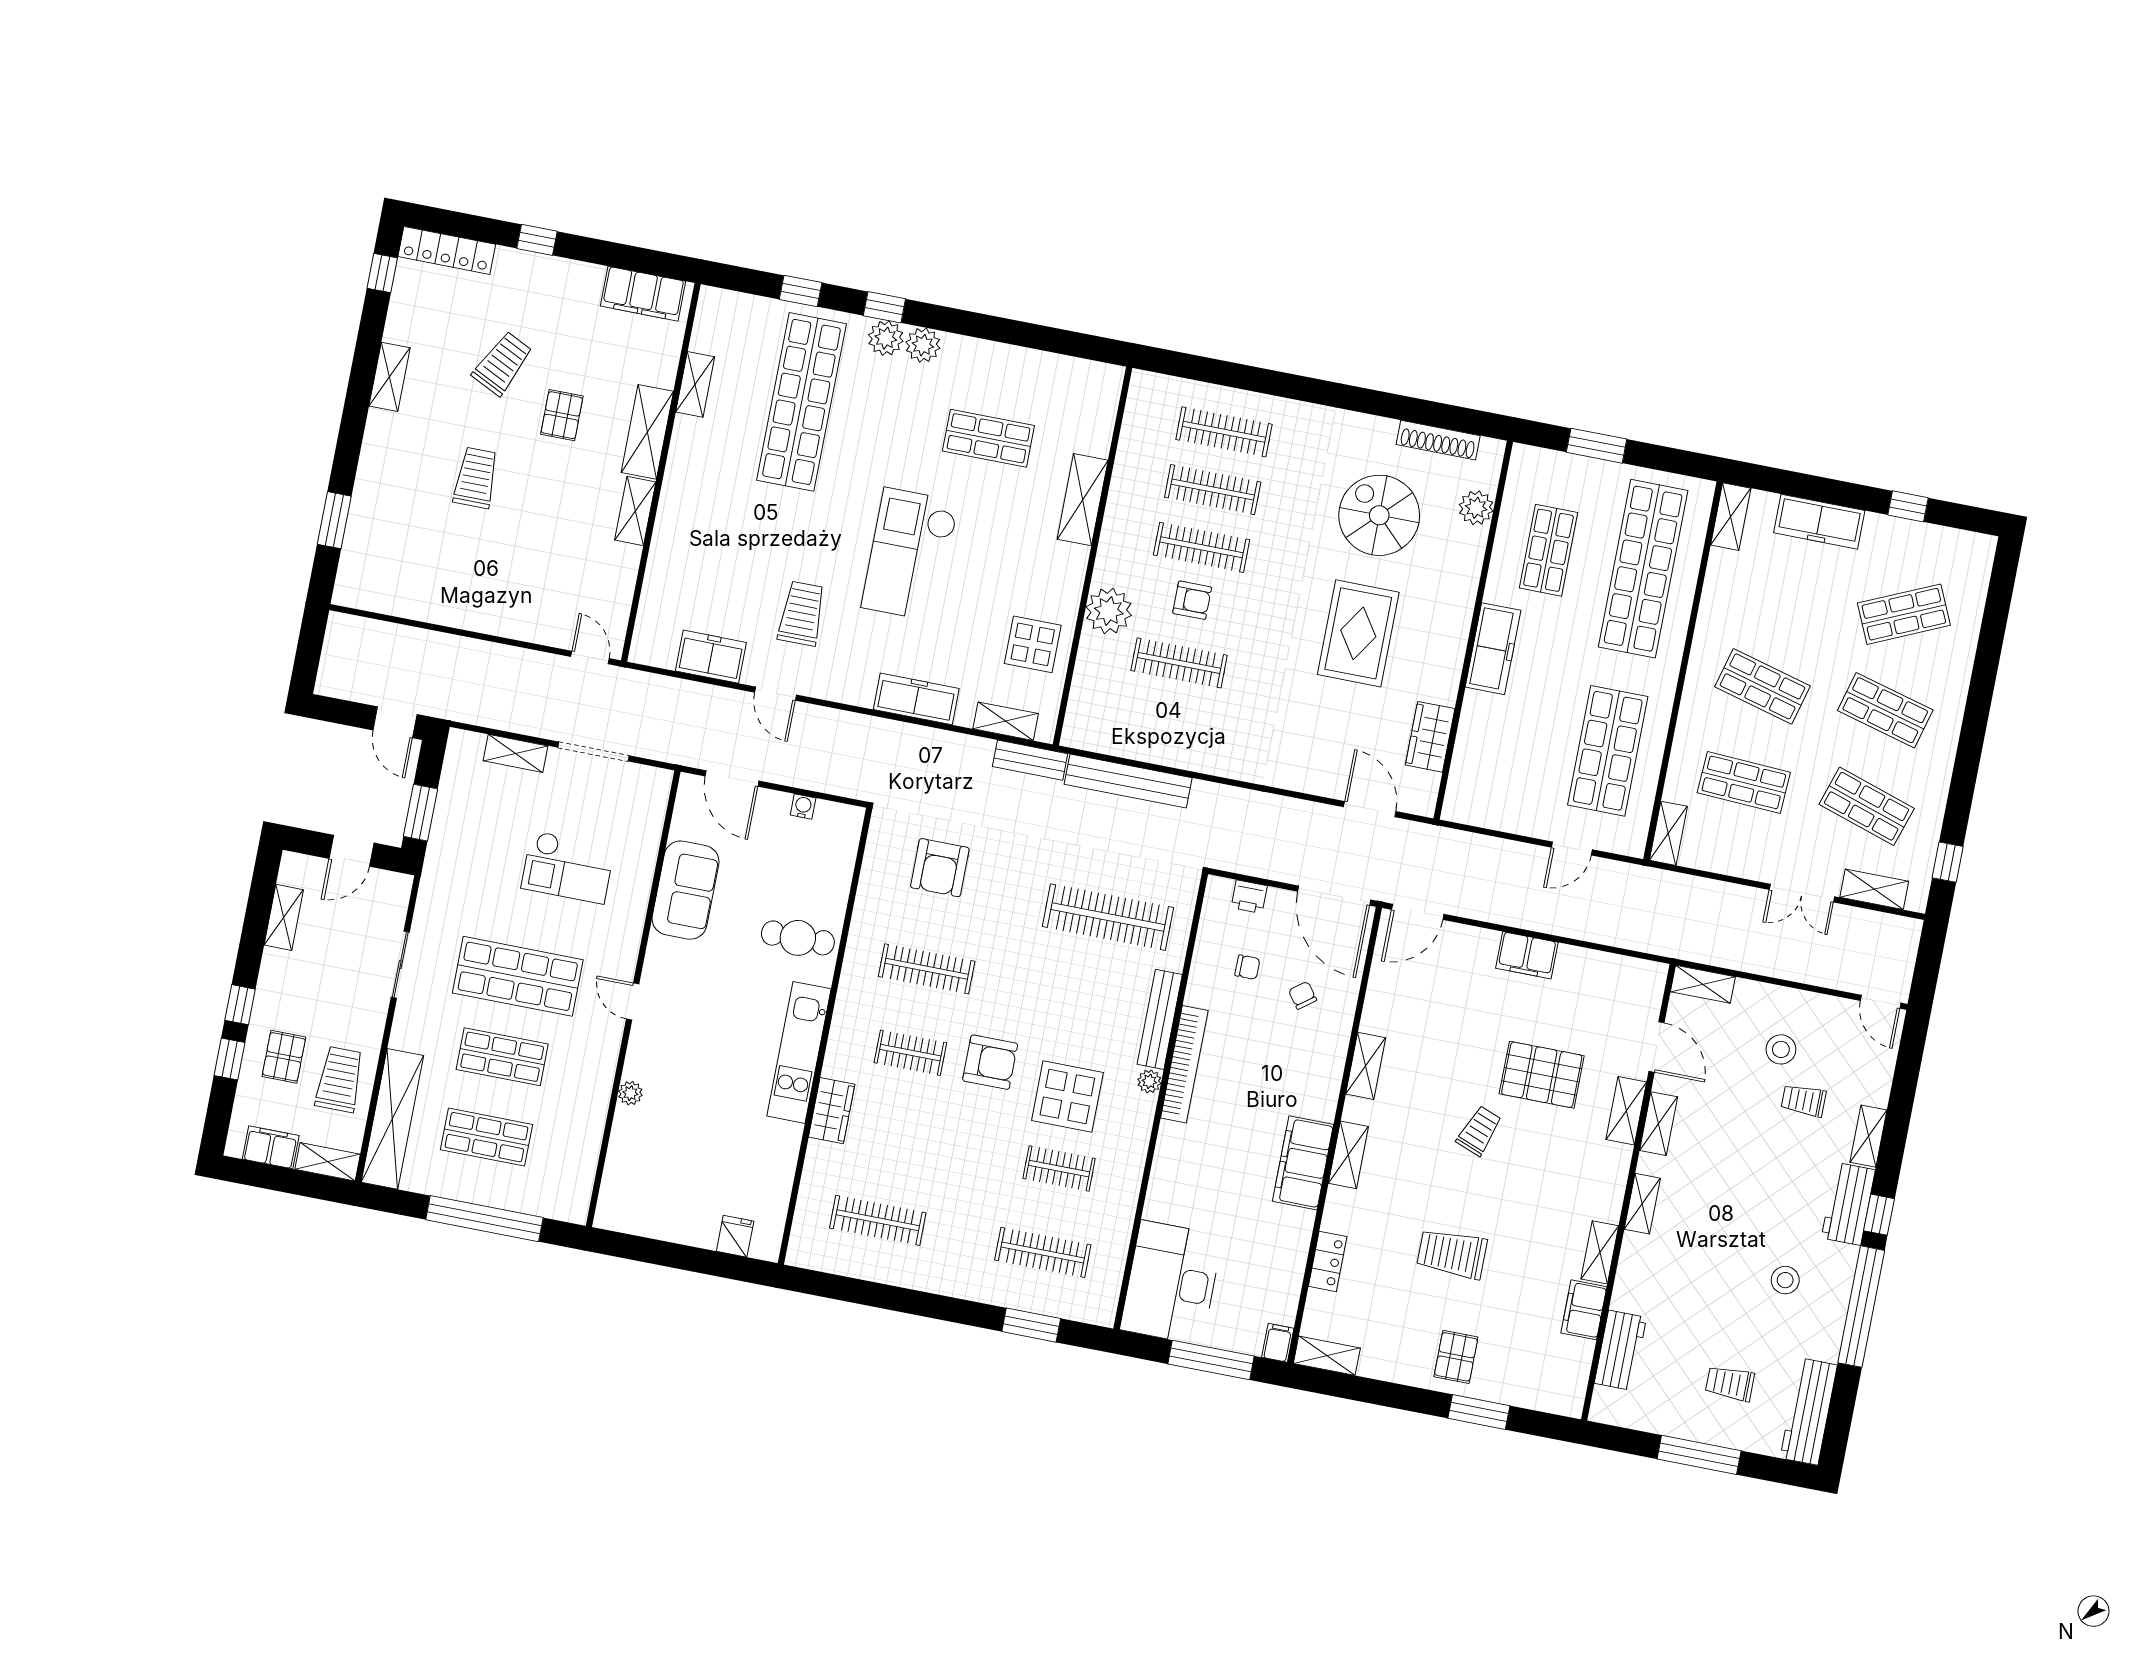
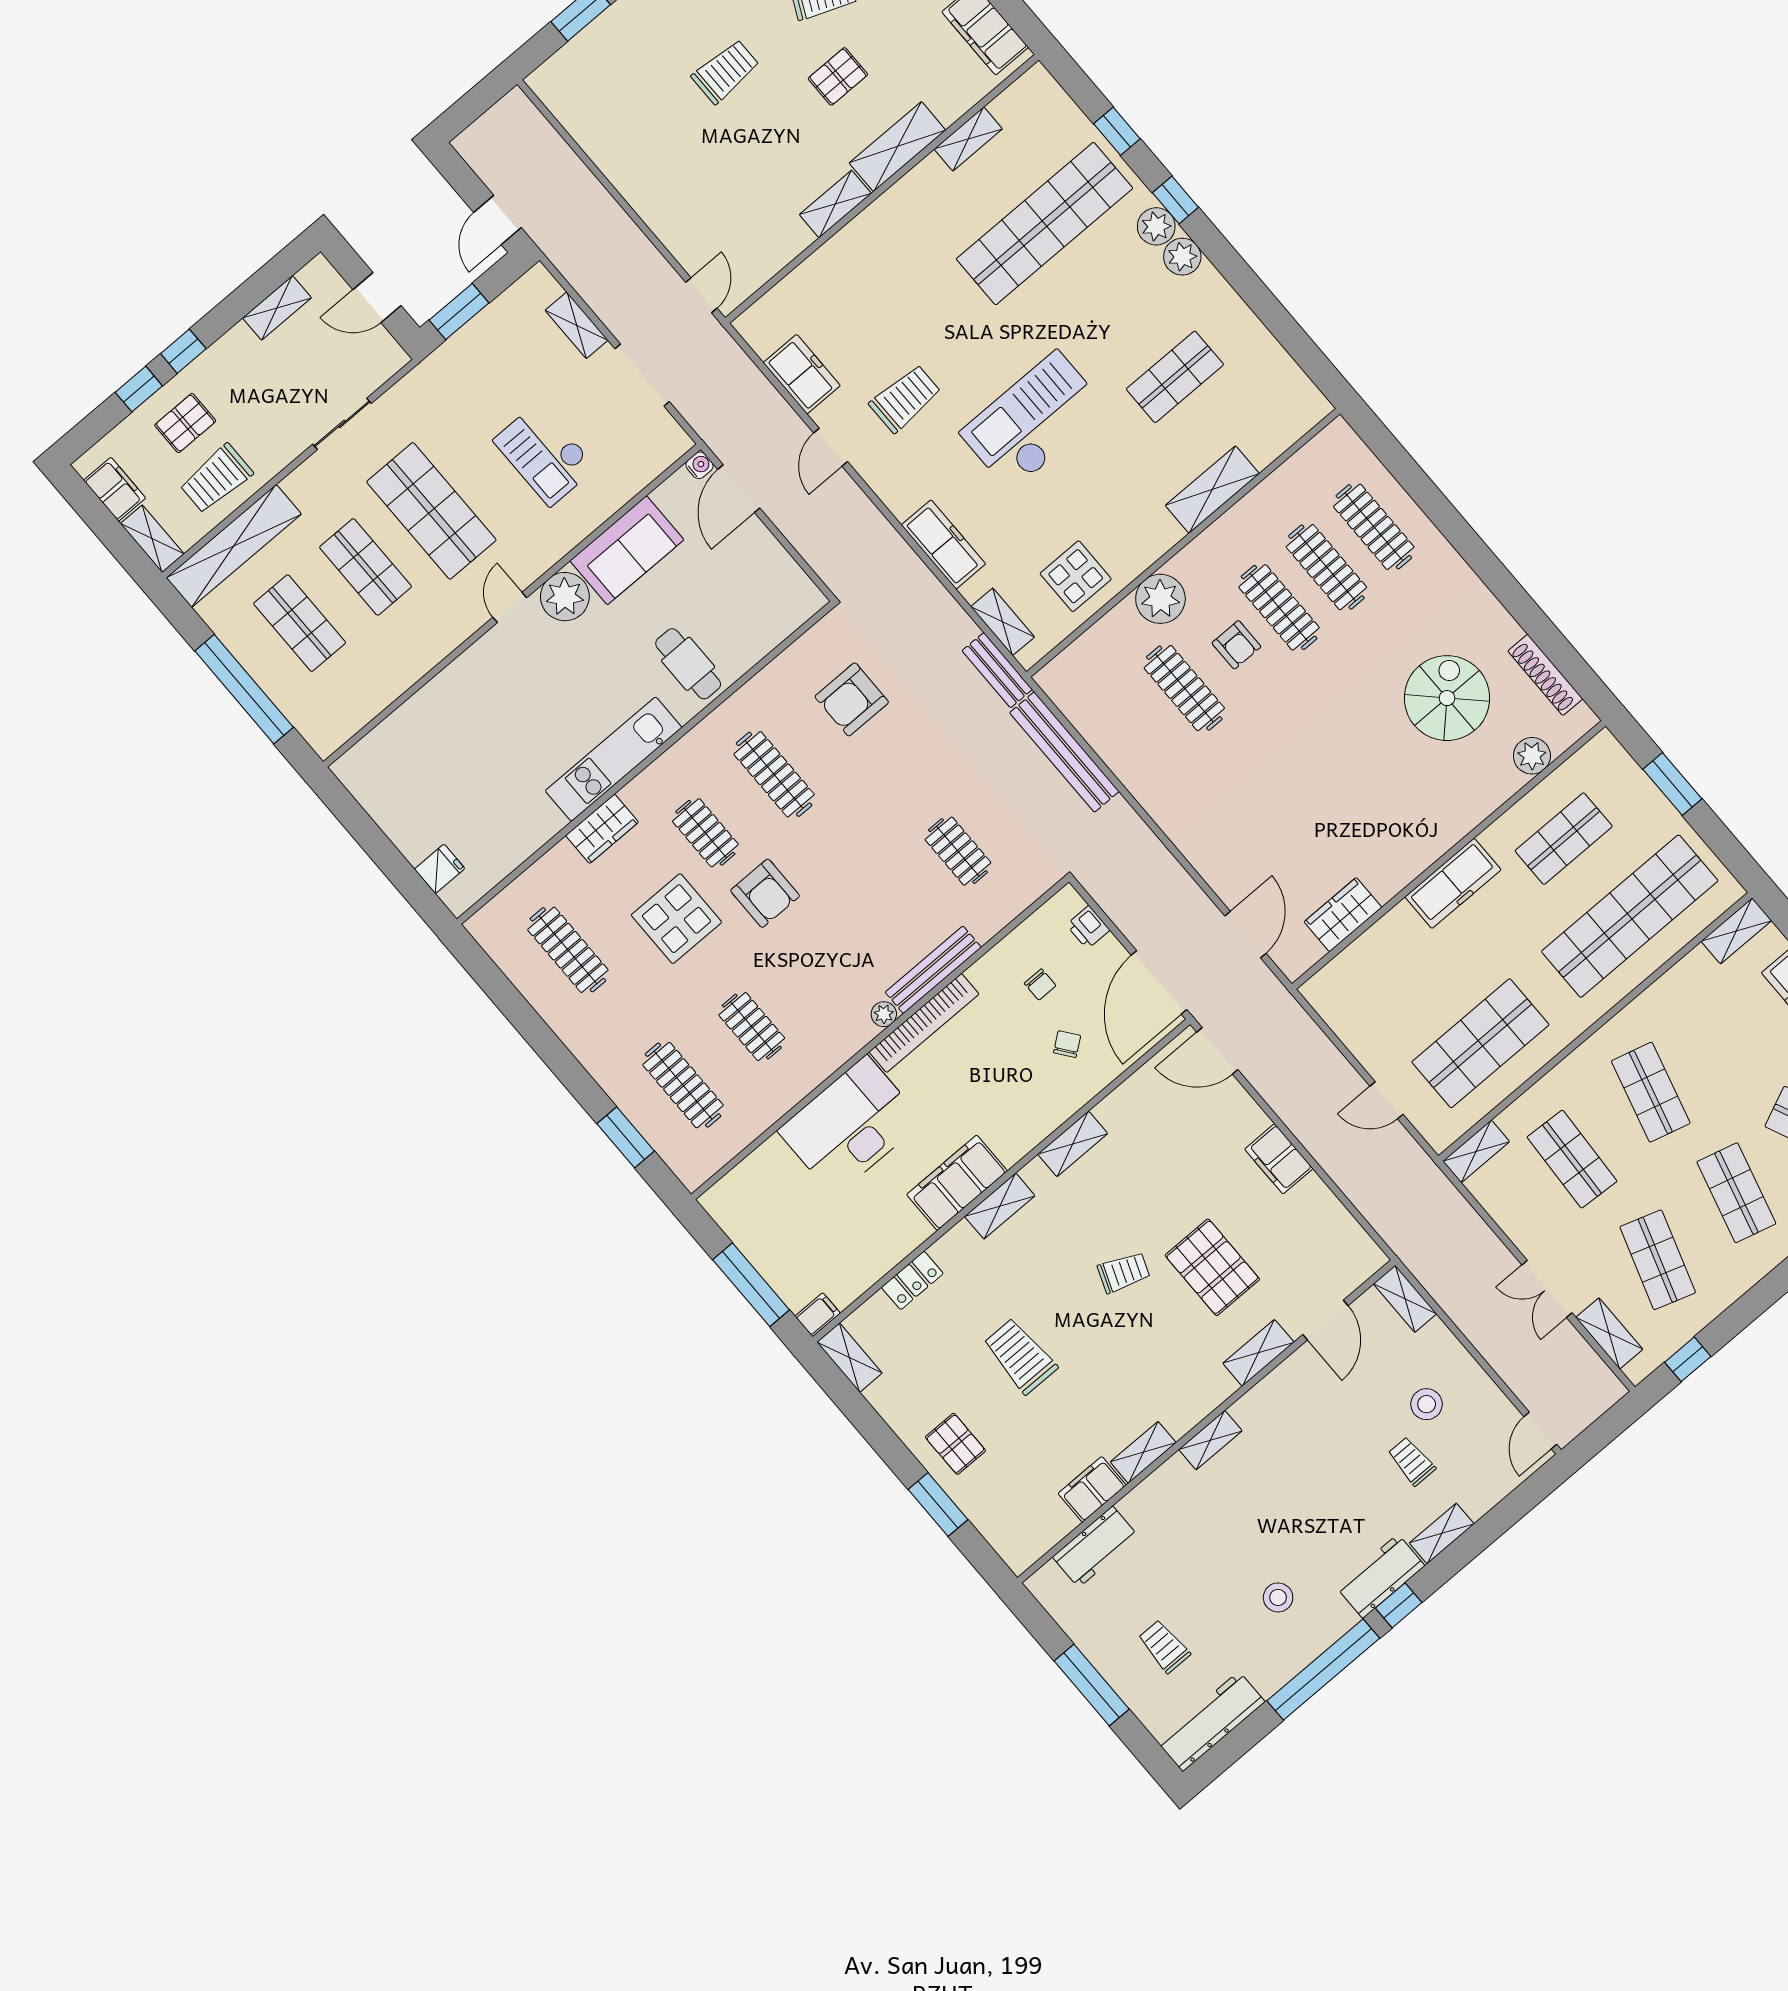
shop shelf: (988, 438) -> (1175, 377), turned 90
rug: (1358, 633) -> (1352, 782), removed
water cooler: (803, 807) -> (700, 465), moved
clothes rail: (1108, 917) -> (958, 851), width x0.54, depth x0.76
trolley: (340, 1079) -> (216, 479), turned 180
plant: (630, 1093) -> (565, 597), moved, width x1.88, depth x1.88
display table: (1067, 1097) -> (676, 919), moved
shelving: (1659, 1124) -> (1277, 1385), removed
desk: (1171, 1283) -> (850, 1126), moved
pallet: (1456, 1357) -> (955, 1444), turned 90

